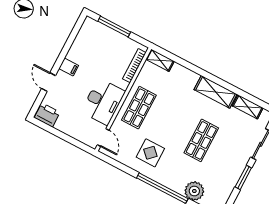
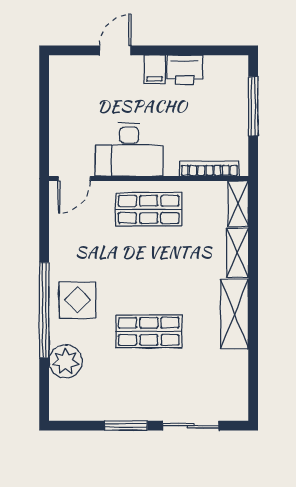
shelving: (248, 107) -> (237, 253), moved
printer: (47, 115) -> (185, 70), moved, turned 90
display table: (150, 153) -> (78, 300), moved

